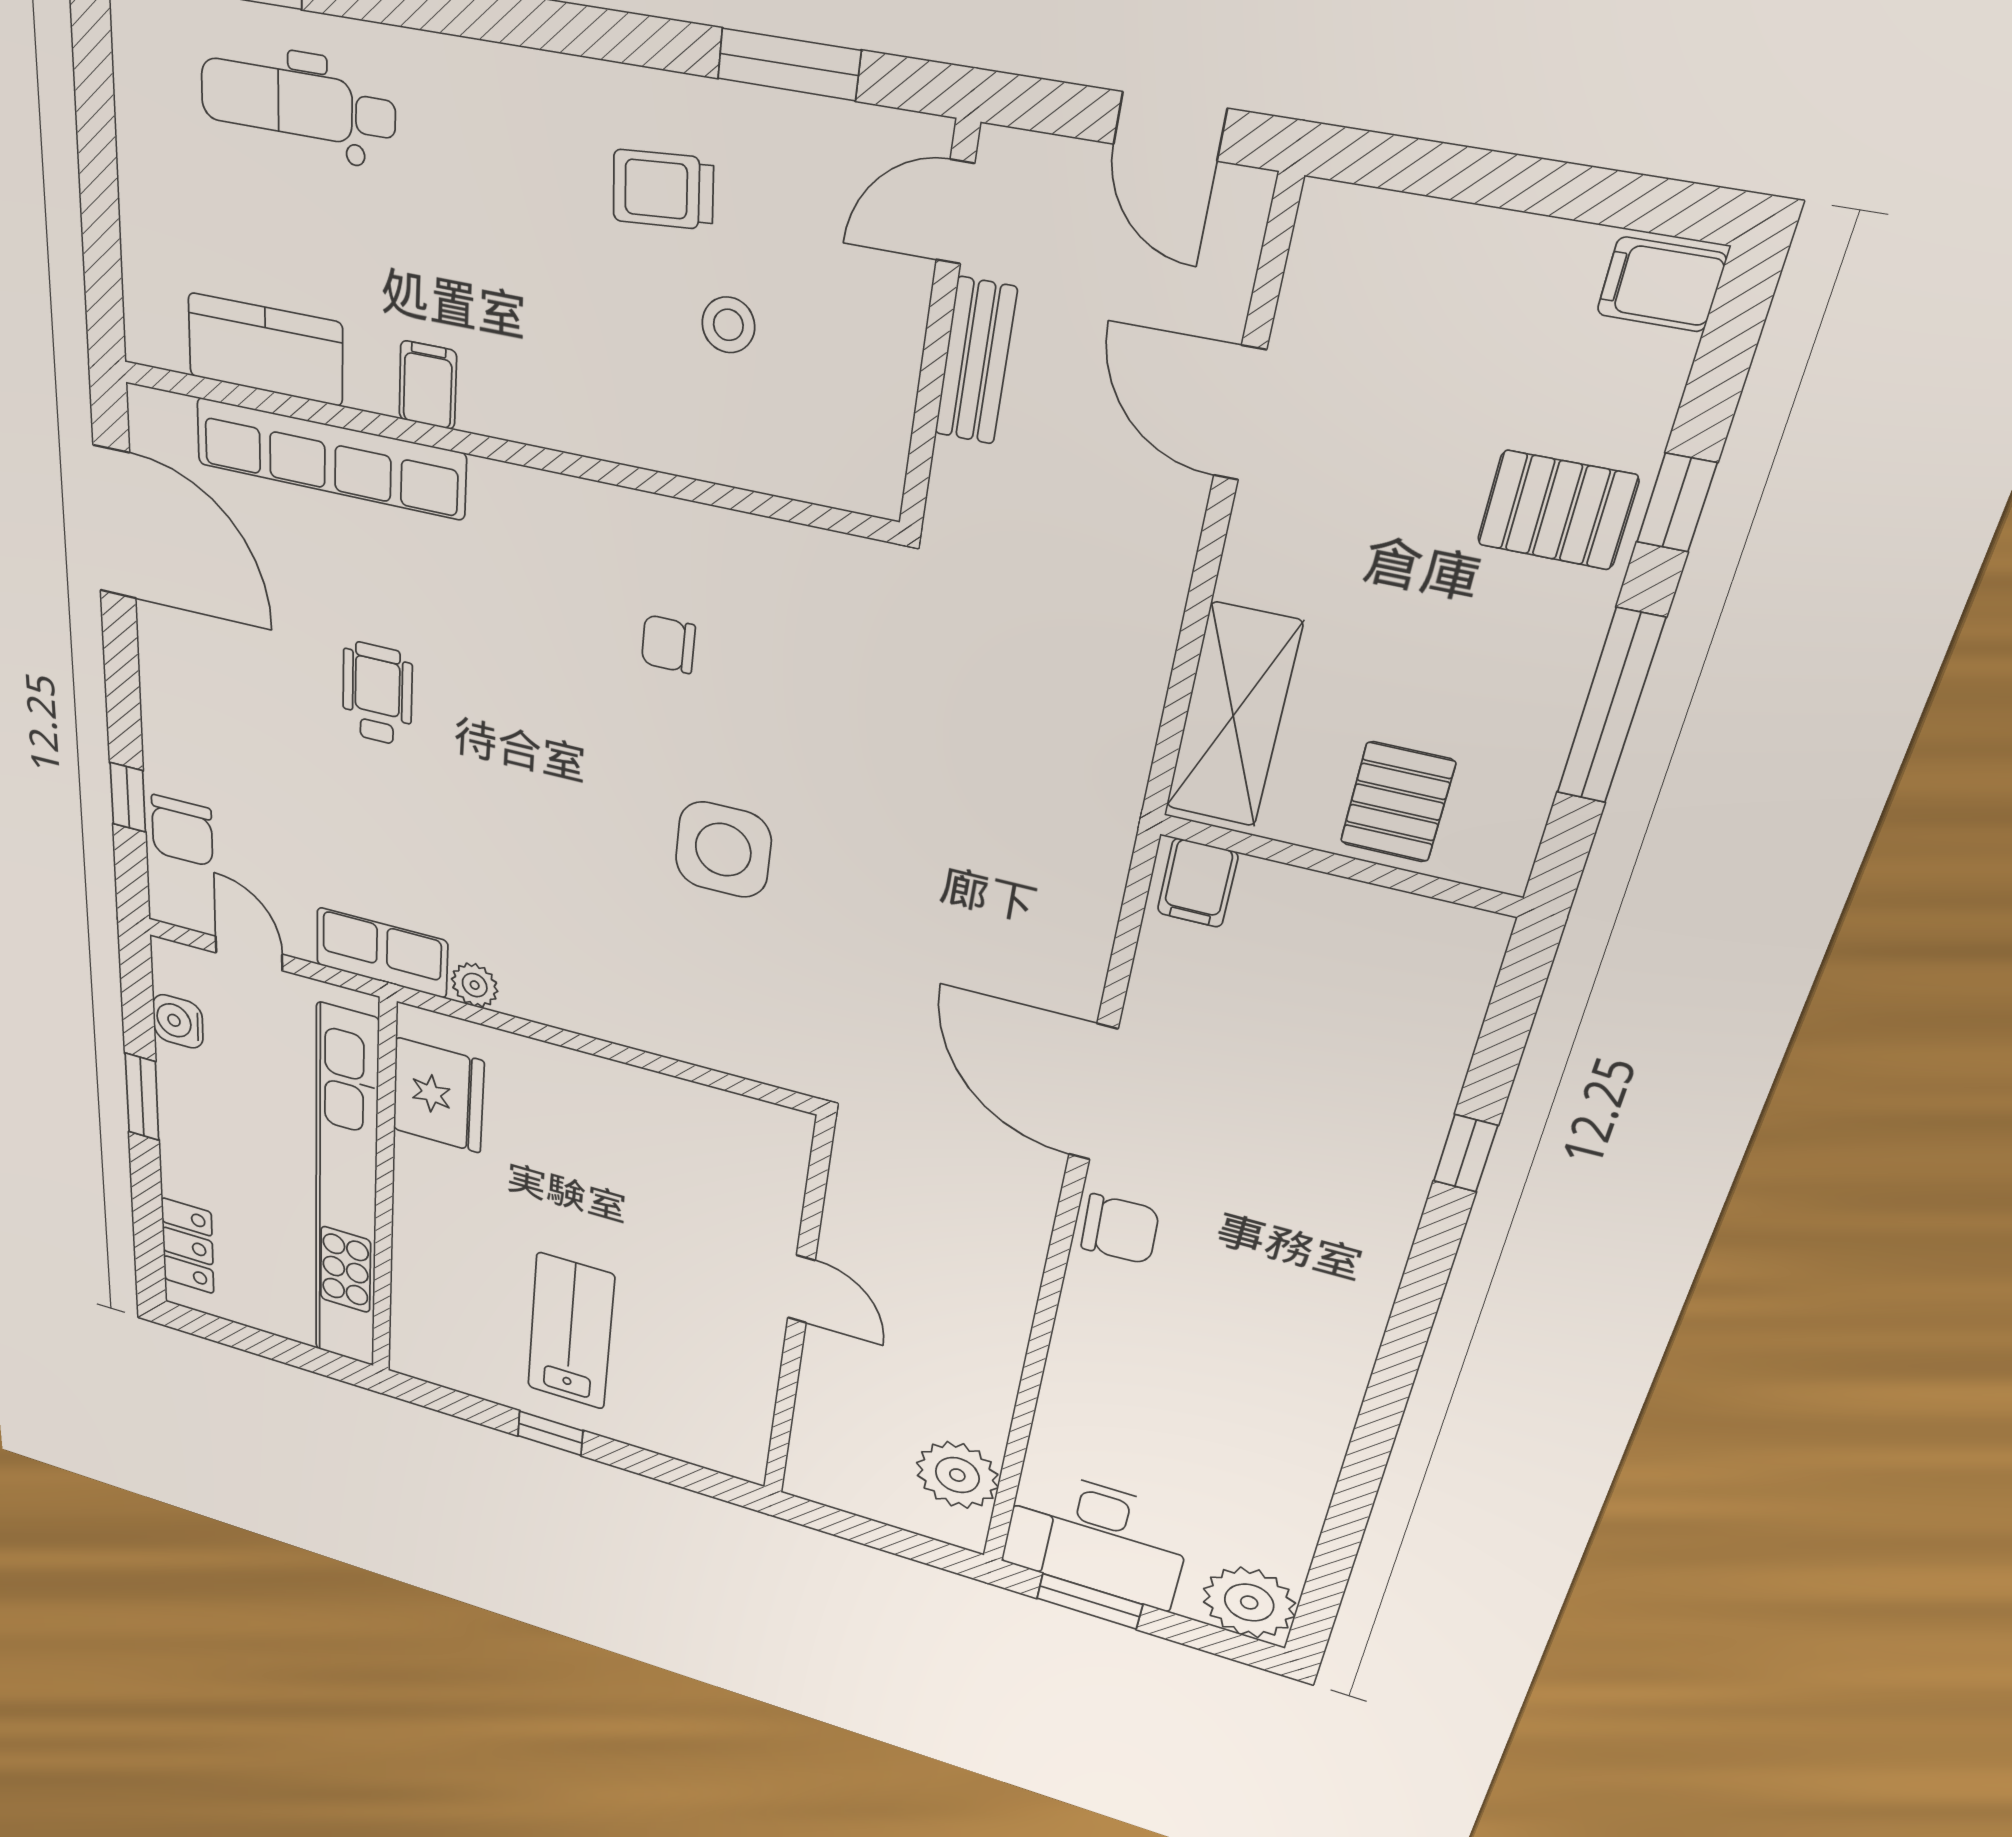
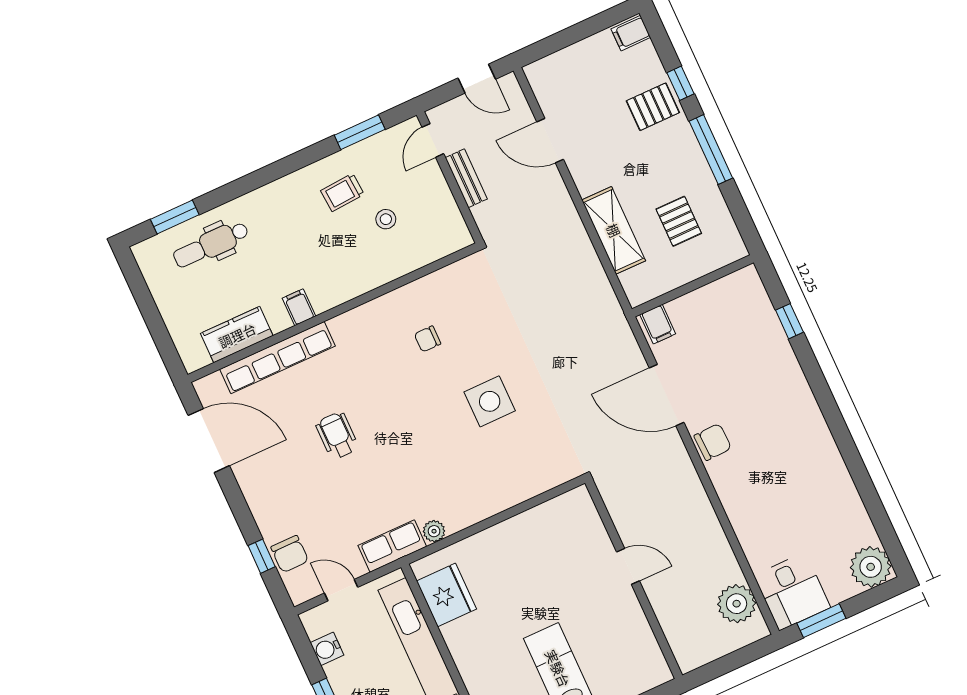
wall: (1338, 865) -> (693, 286), moved
filing cabinet: (1198, 883) -> (658, 324), moved
desk: (1096, 1538) -> (792, 591), width x0.73

